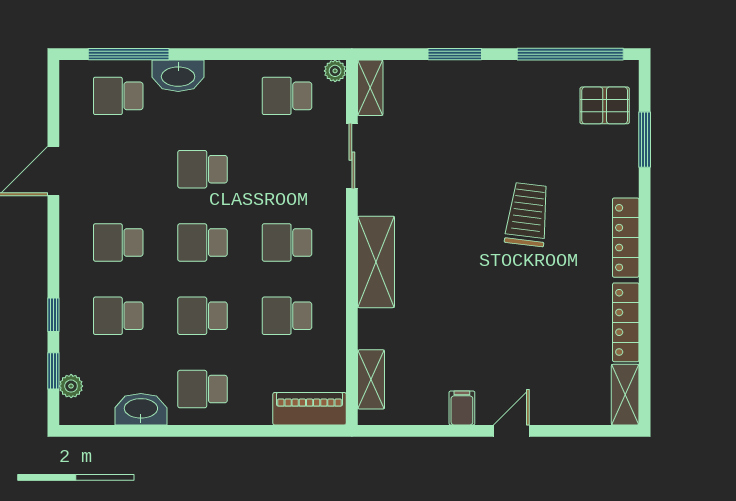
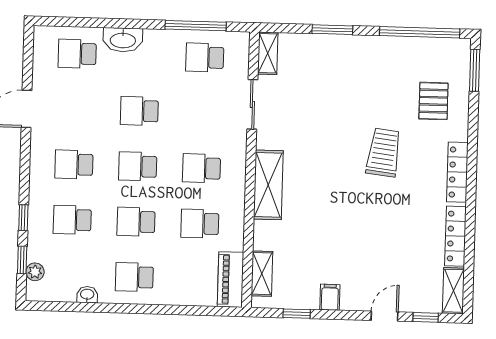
window: (129, 54) -> (196, 26), moved
plant: (335, 71) -> (242, 40), removed
pallet: (605, 105) -> (433, 101), moved, turned 90
window: (645, 140) -> (475, 70), moved
washbasin: (141, 409) -> (87, 295), width x0.52, depth x0.69
piano: (310, 409) -> (230, 280), moved, turned -90
window: (419, 431) -> (297, 314), added
door: (511, 431) -> (385, 316), moved
window: (589, 431) -> (426, 317), added

